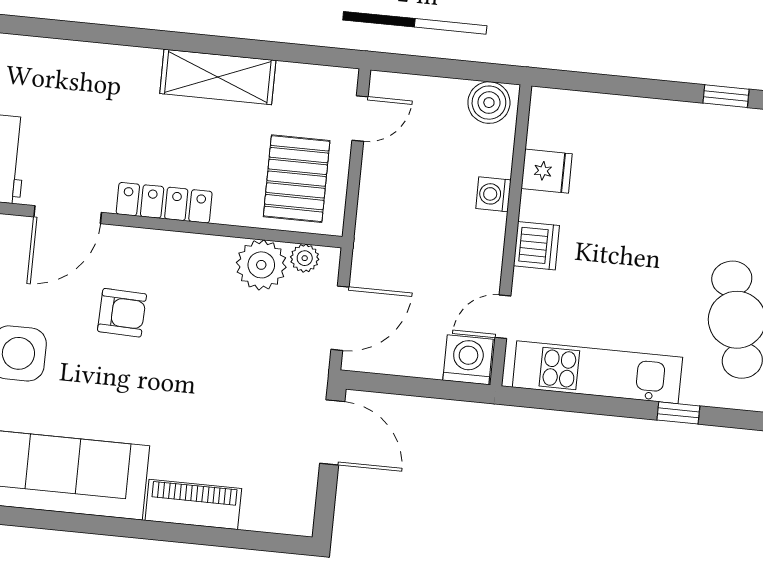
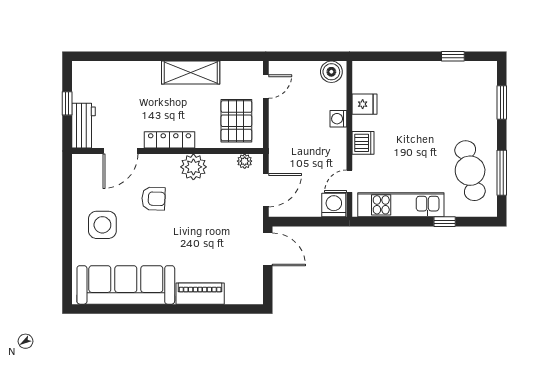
plant: (261, 265) -> (193, 167), moved

